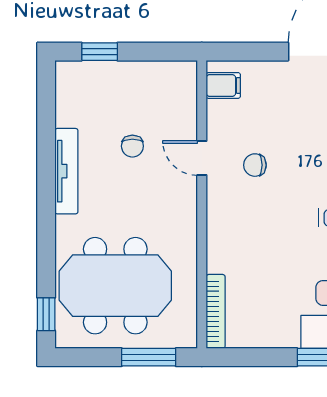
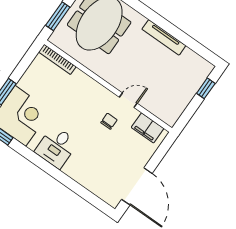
filing cabinet: (223, 85) -> (148, 128), width x2.00
chair: (132, 146) -> (155, 74), removed

